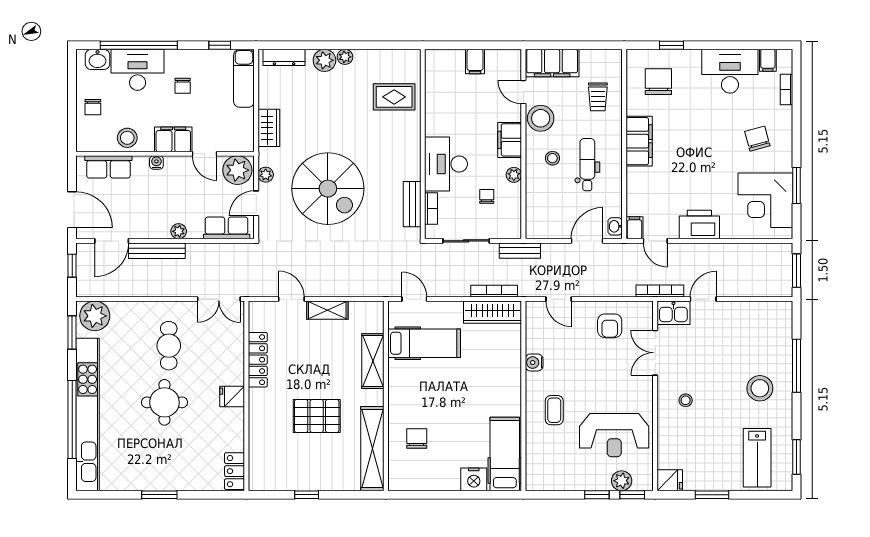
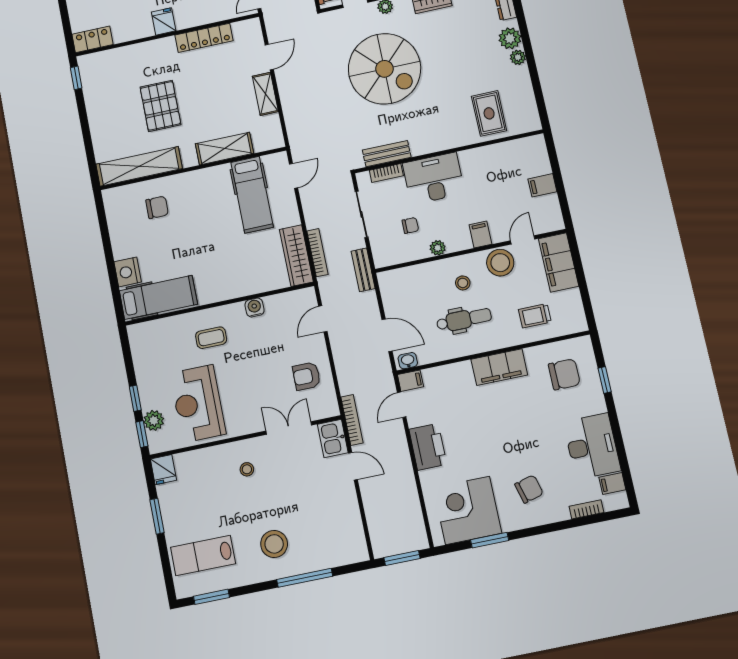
filing cabinet: (510, 140) -> (480, 234), width x0.50
spiral stairs: (328, 189) -> (384, 69), turned -90
window: (307, 495) -> (76, 78), moved

